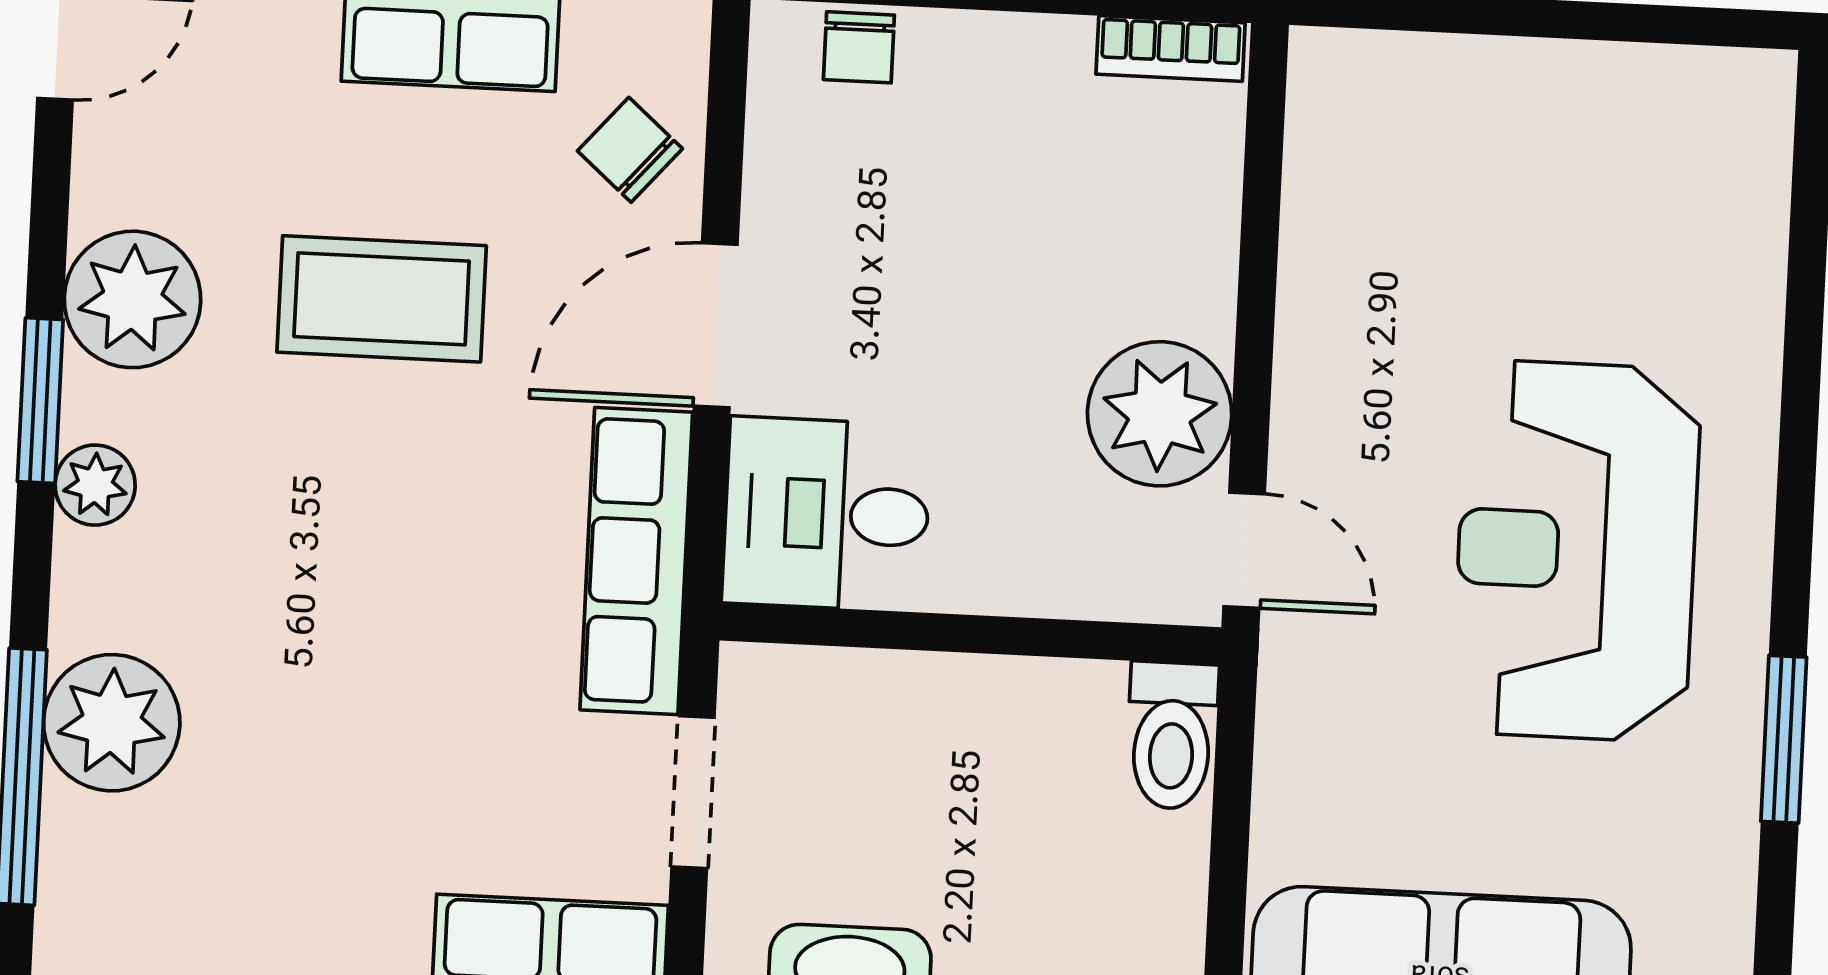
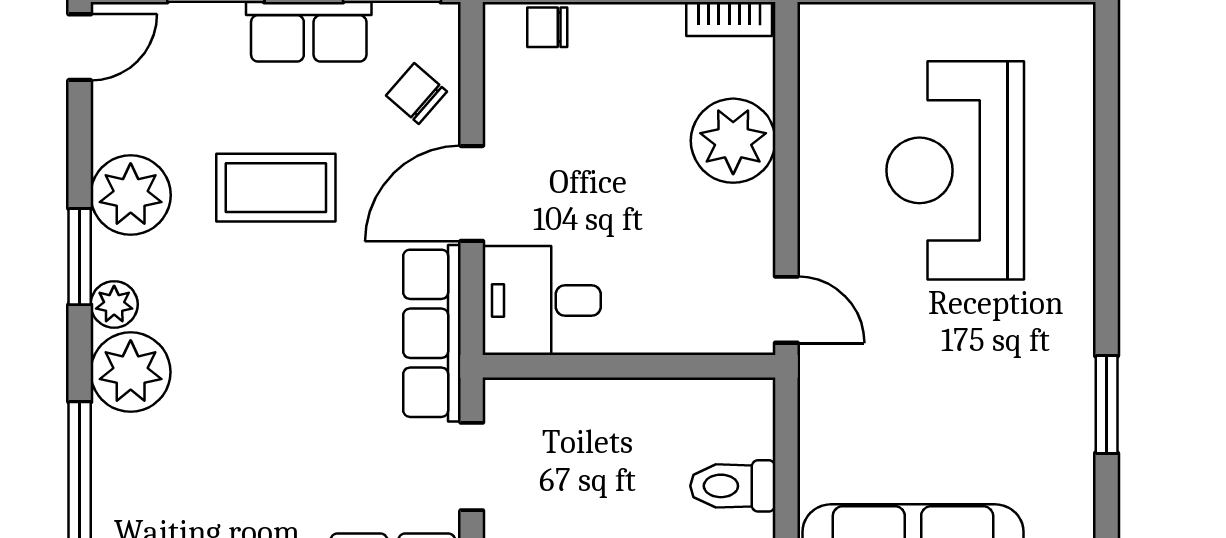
chair: (859, 47) -> (547, 27), turned 90
plant: (1160, 414) -> (733, 141), moved
reception desk: (1576, 551) -> (955, 170), moved
plant: (112, 723) -> (131, 372), moved
toilet: (1172, 736) -> (733, 486), moved, turned 90

